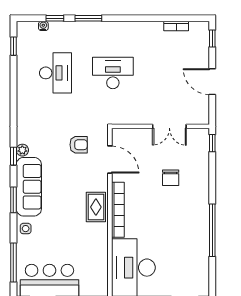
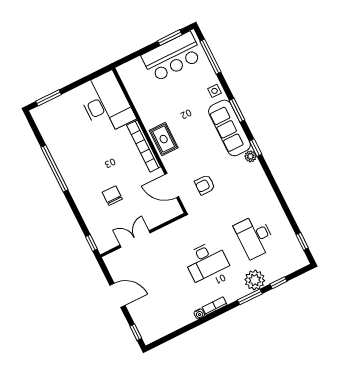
water cooler: (43, 26) -> (199, 314), moved
bookcase: (176, 26) -> (215, 306), moved
plant: (76, 32) -> (255, 280), added

